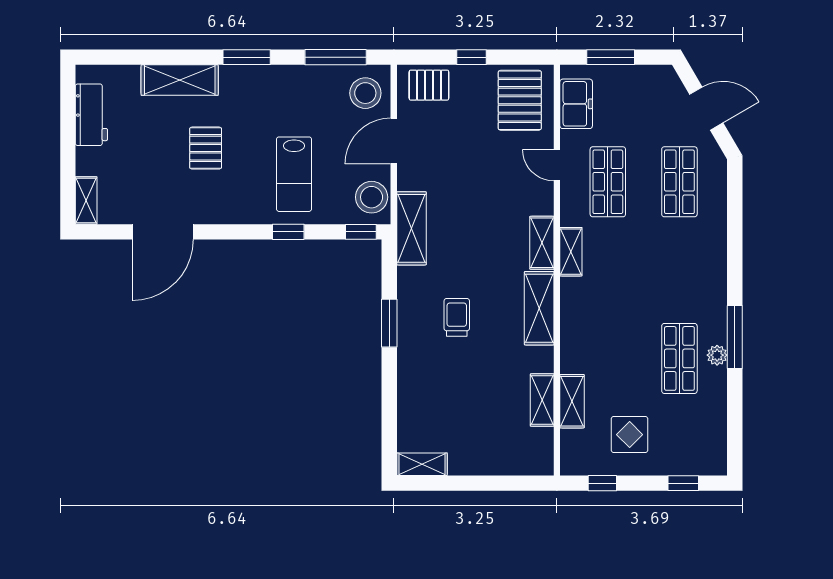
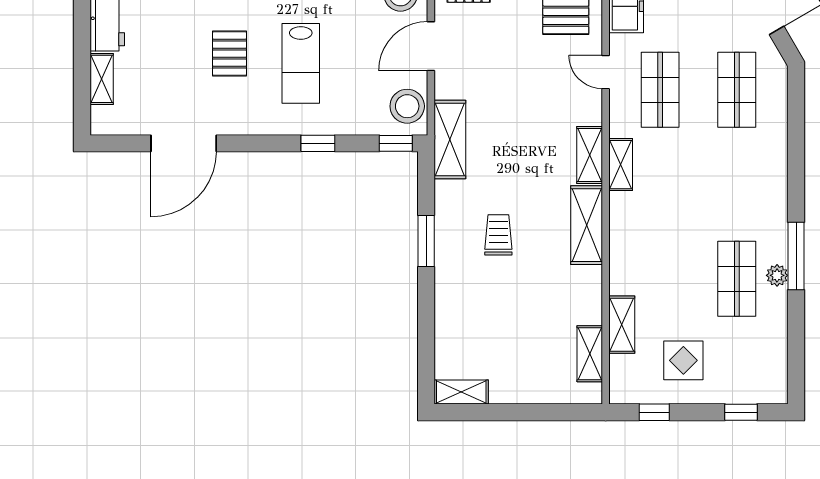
lab bench: (294, 174) -> (301, 63), moved
shelving: (86, 200) -> (102, 79), moved
shelving: (542, 400) -> (590, 354), moved

